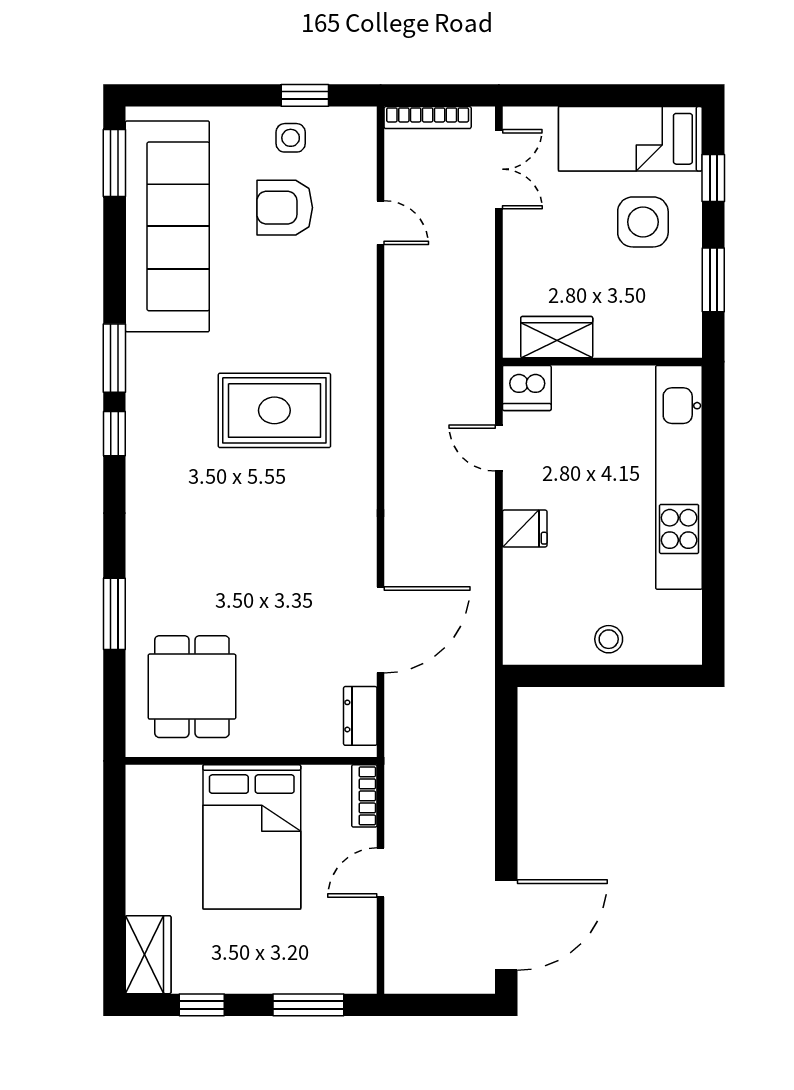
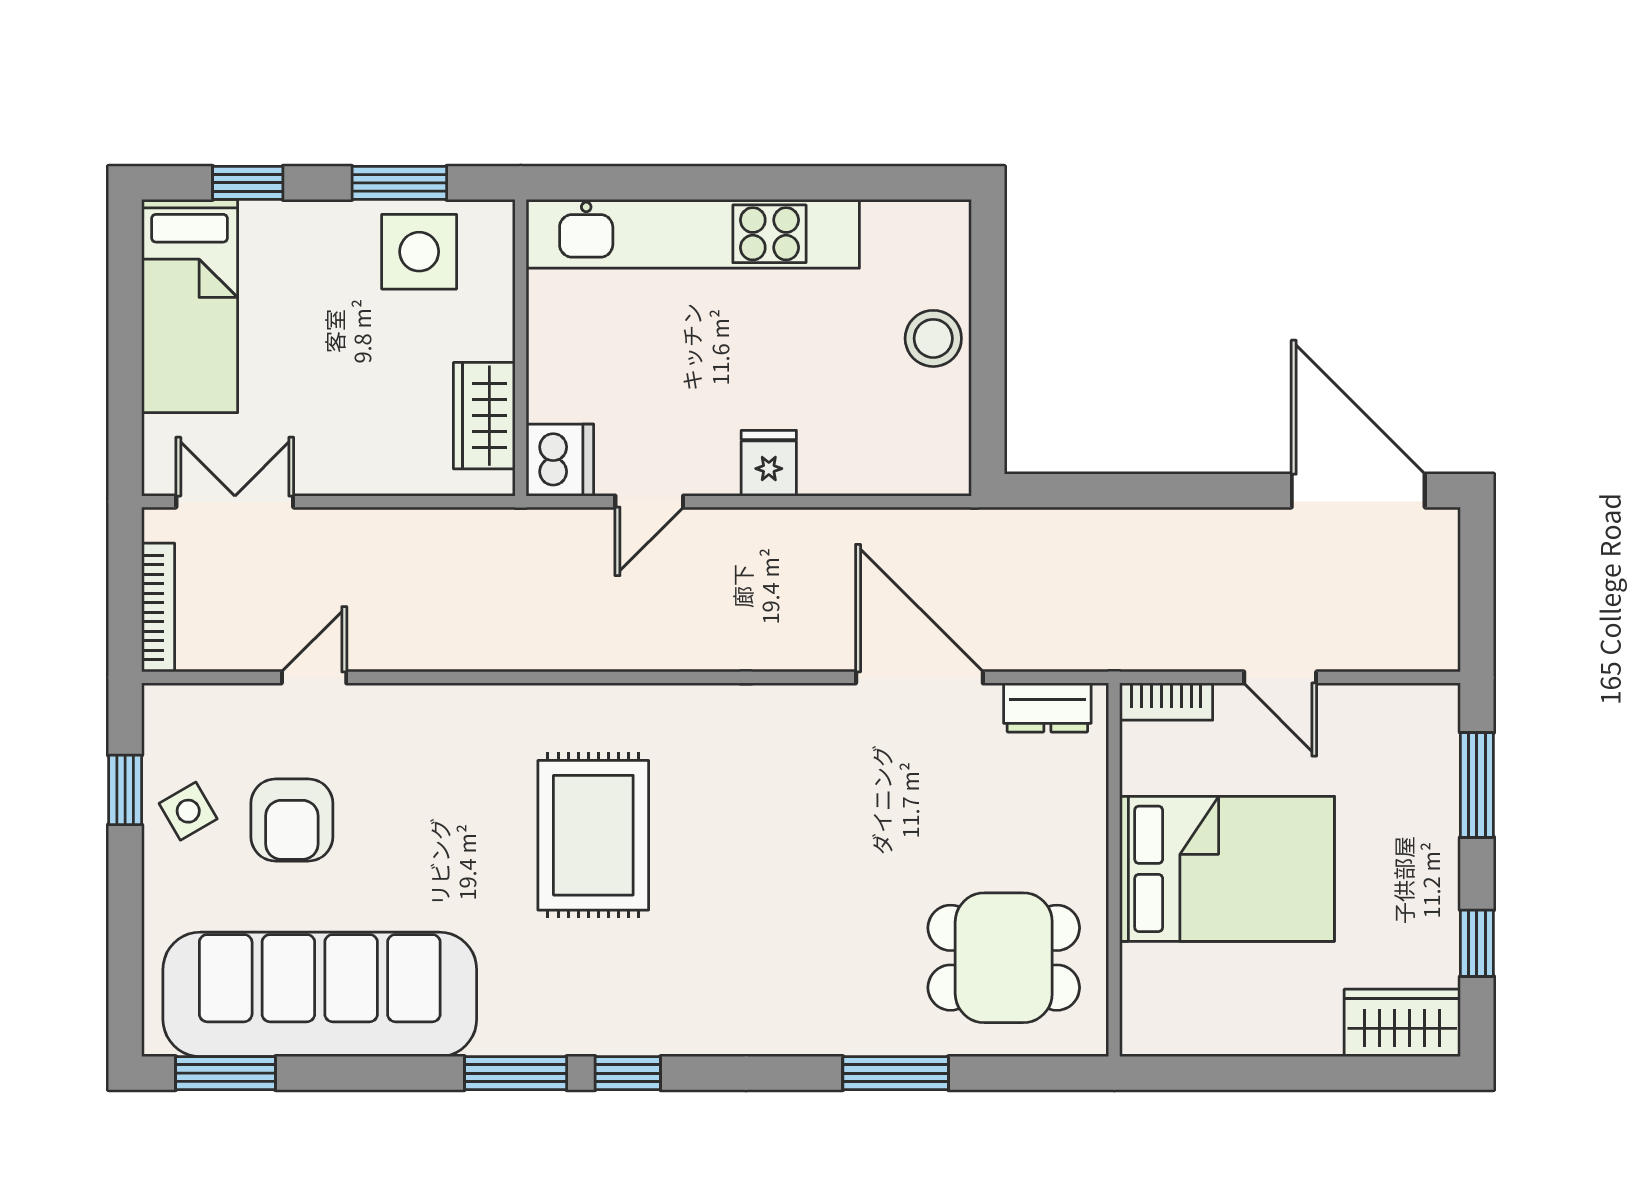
side table: (291, 138) -> (188, 811), turned -30
side table: (643, 222) -> (419, 252), moved
stool: (609, 639) -> (933, 338), width x1.37, depth x1.37

